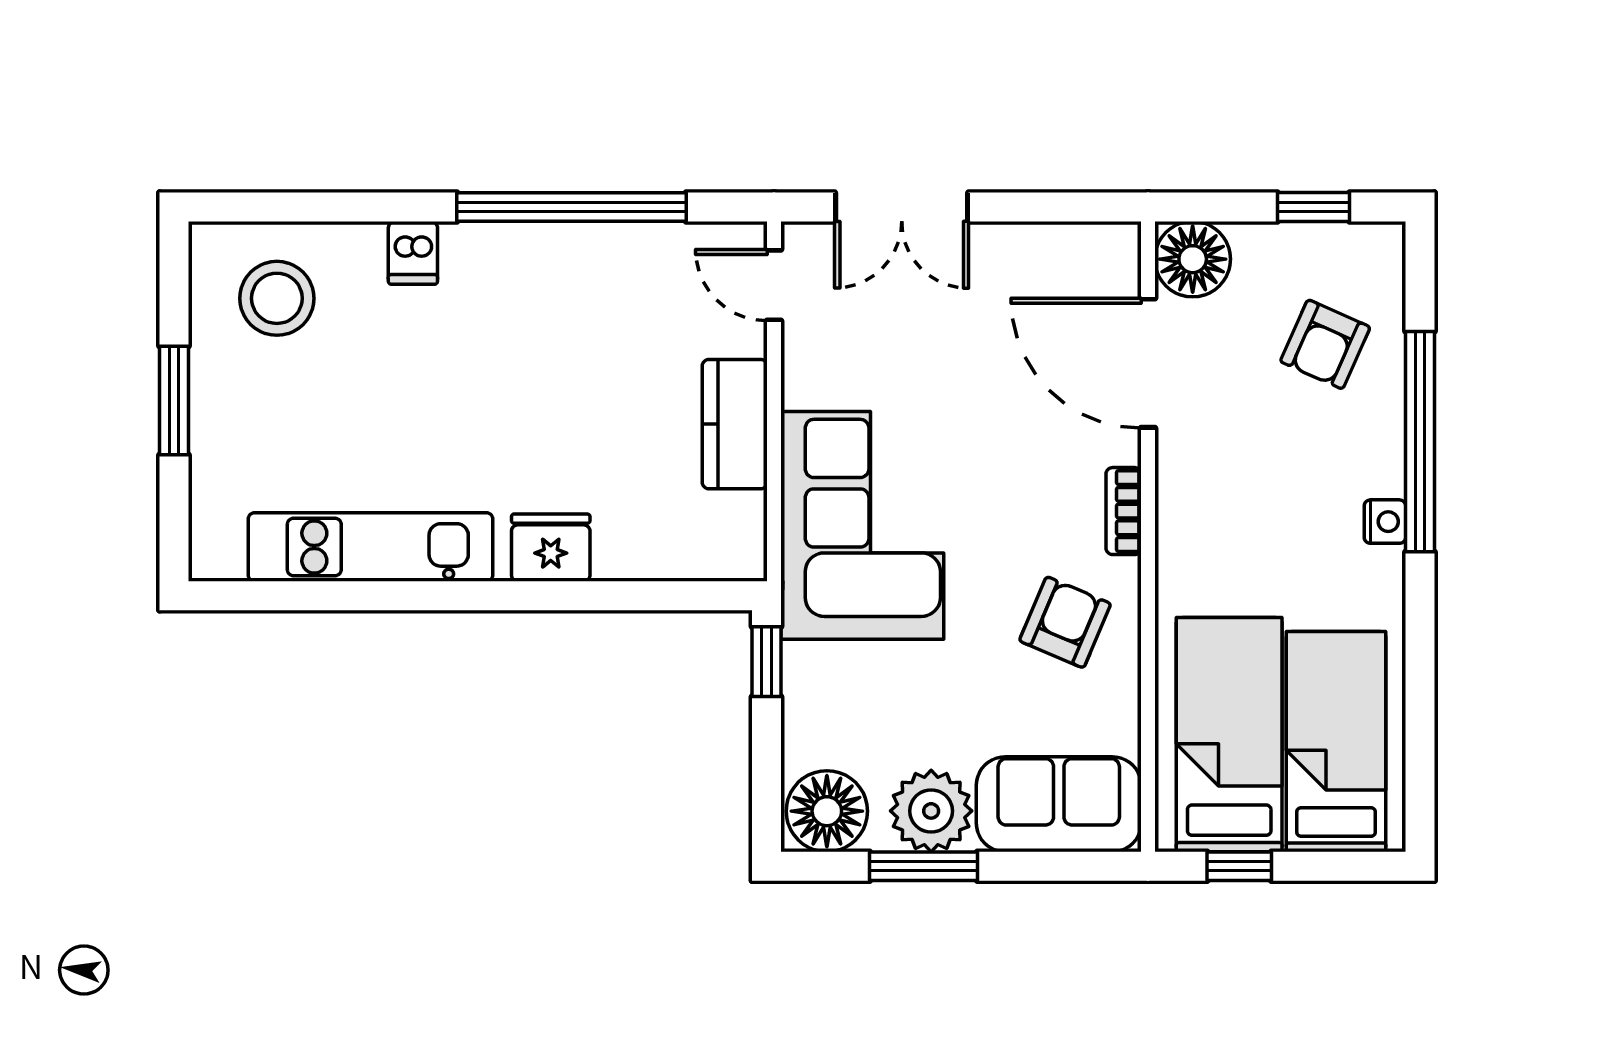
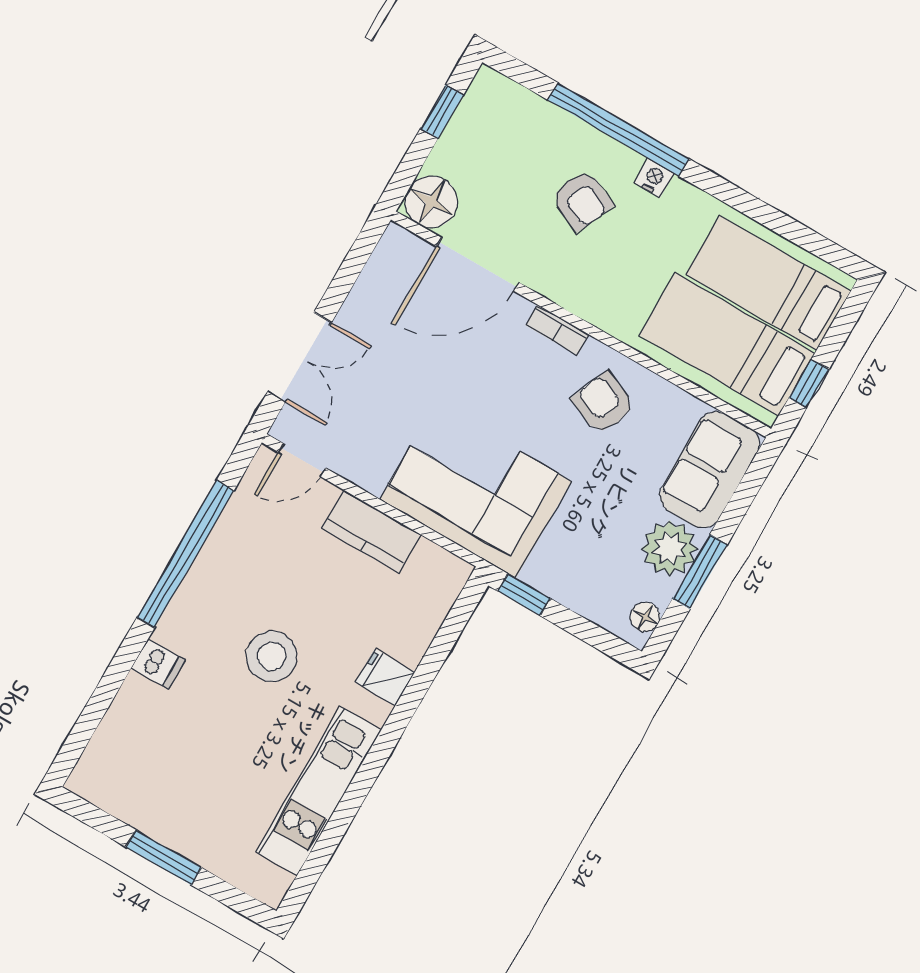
stool: (277, 298) -> (272, 656), moved
armchair: (1325, 344) -> (582, 200), moved
fridge: (551, 548) -> (385, 677), width x0.72
floor lamp: (827, 811) -> (645, 617), width x0.53, depth x0.53

